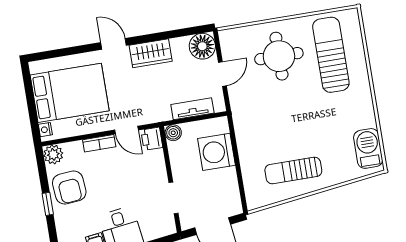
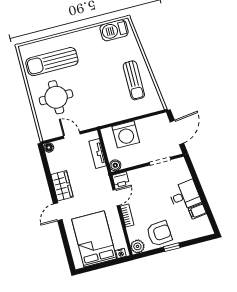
floor lamp: (202, 46) -> (49, 148), width x0.53, depth x0.53

